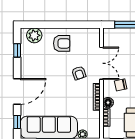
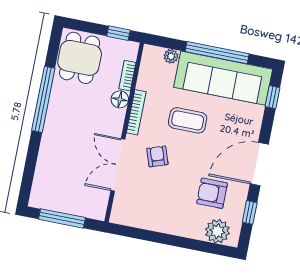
armchair: (62, 43) -> (212, 193), moved
chair: (121, 85) -> (94, 124), removed
door: (17, 91) -> (259, 164), moved
coffee table: (65, 98) -> (188, 120), added

